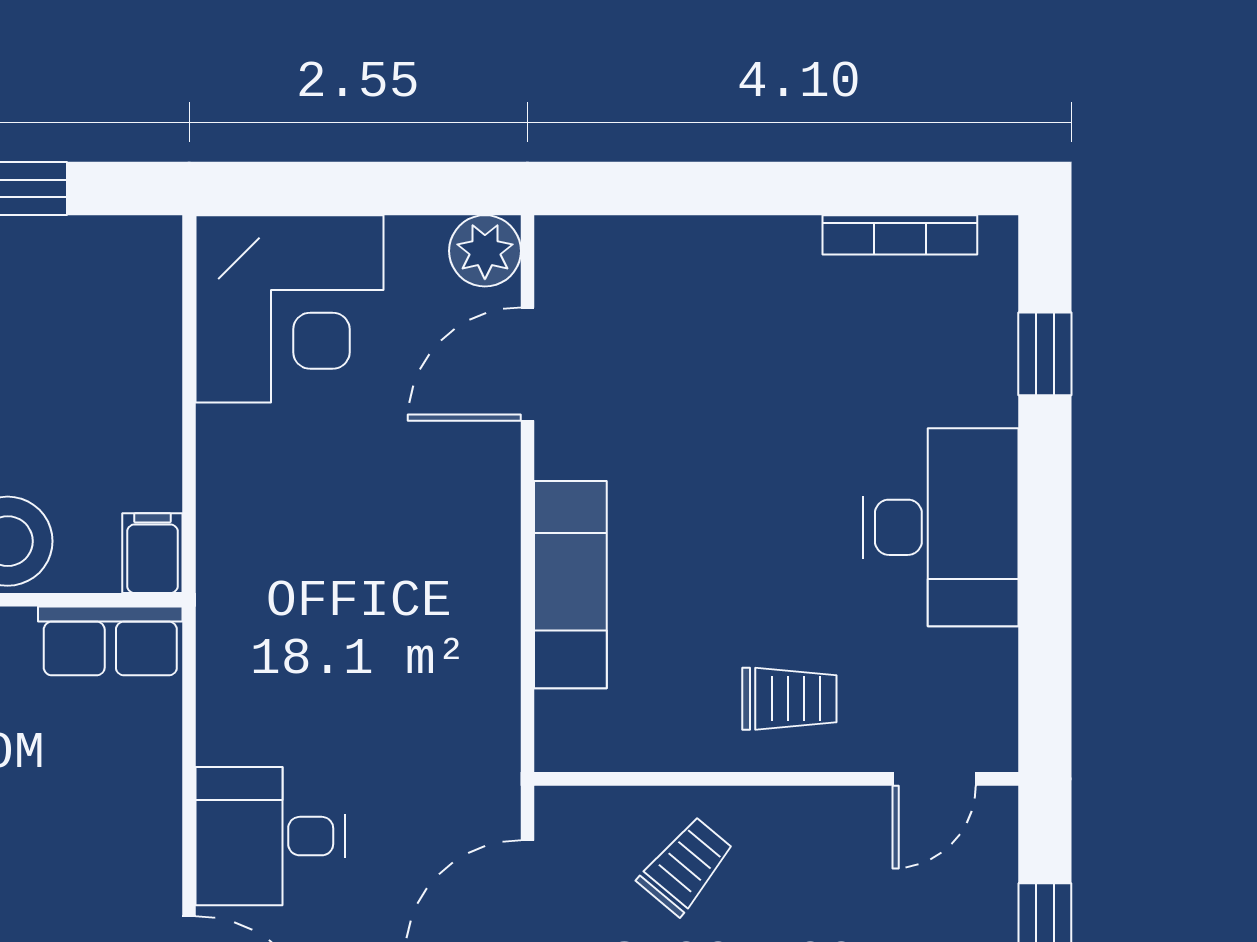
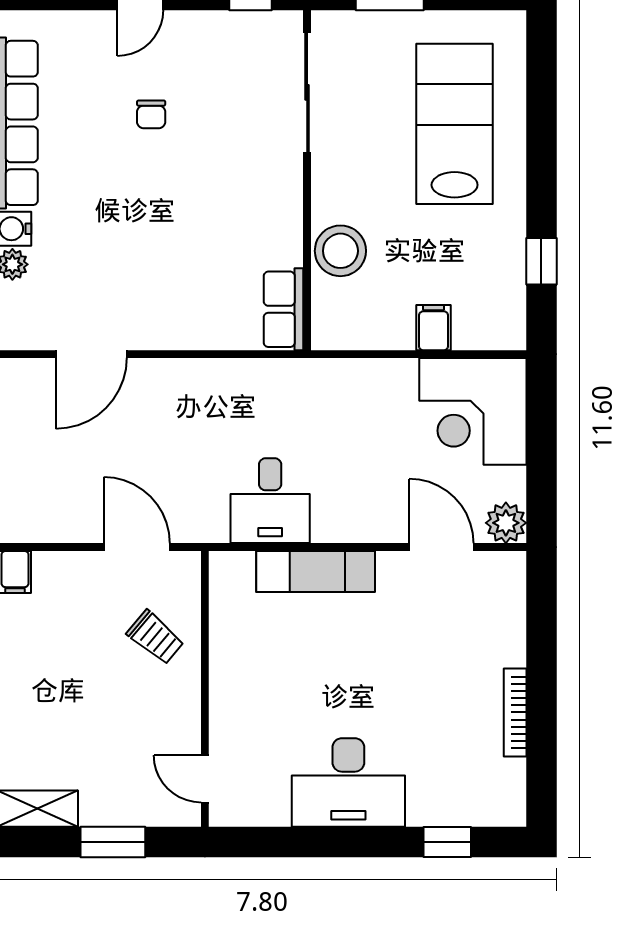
bookcase: (900, 235) -> (515, 712), moved
filing cabinet: (152, 553) -> (434, 328), moved, turned -90
trolley: (789, 699) -> (251, 696), removed
desk: (270, 836) -> (270, 501), moved, turned 180

